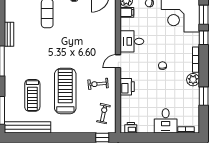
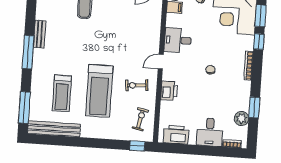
bench: (9, 34) -> (39, 34), moved
plant: (193, 80) -> (242, 118), moved
treadmill: (65, 91) -> (99, 91), turned 180
printer: (131, 128) -> (176, 135), width x1.87, depth x1.48

